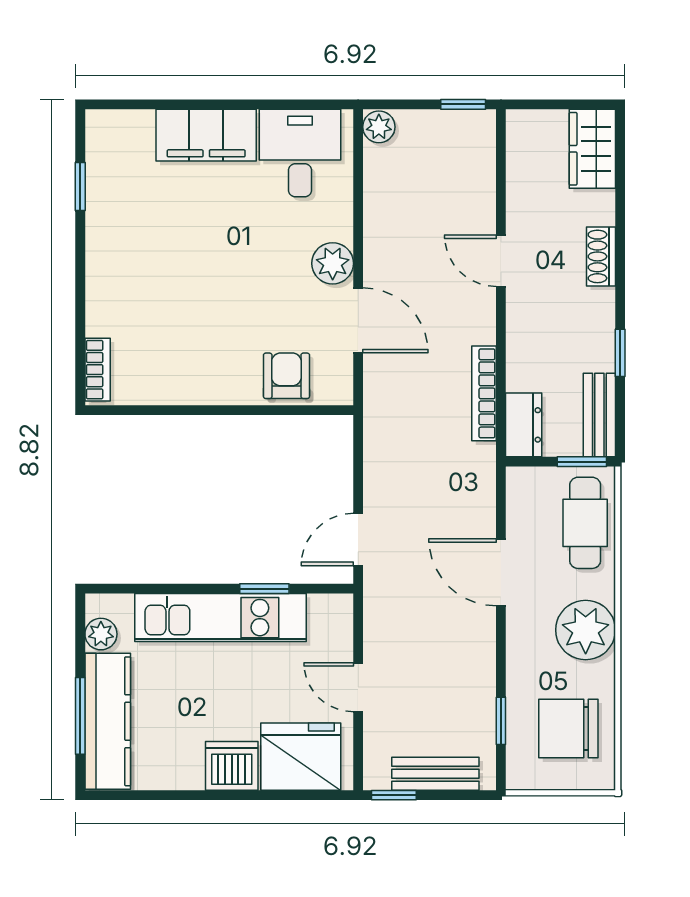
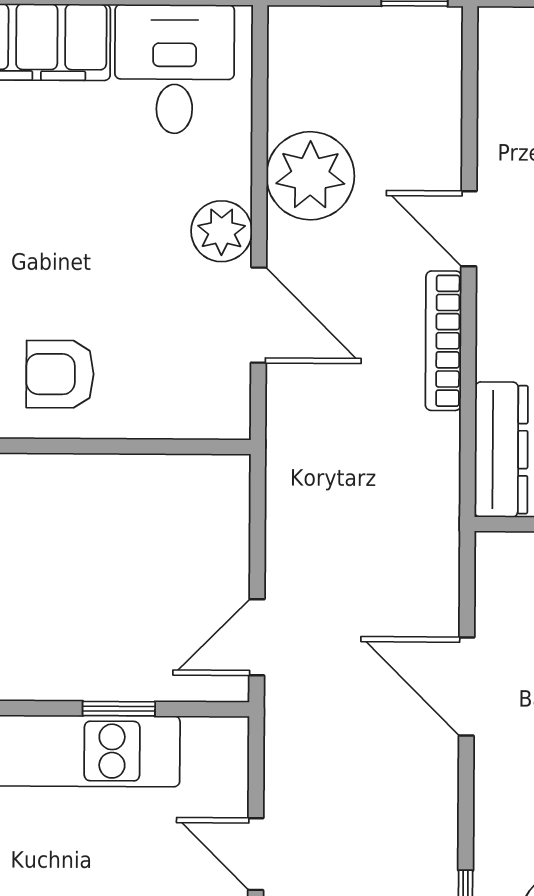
plant: (379, 127) -> (310, 176), moved, width x1.87, depth x1.87
armchair: (286, 376) -> (60, 374), moved, turned -90
bookcase: (484, 393) -> (443, 341), moved
dresser: (524, 425) -> (501, 450), width x1.44

